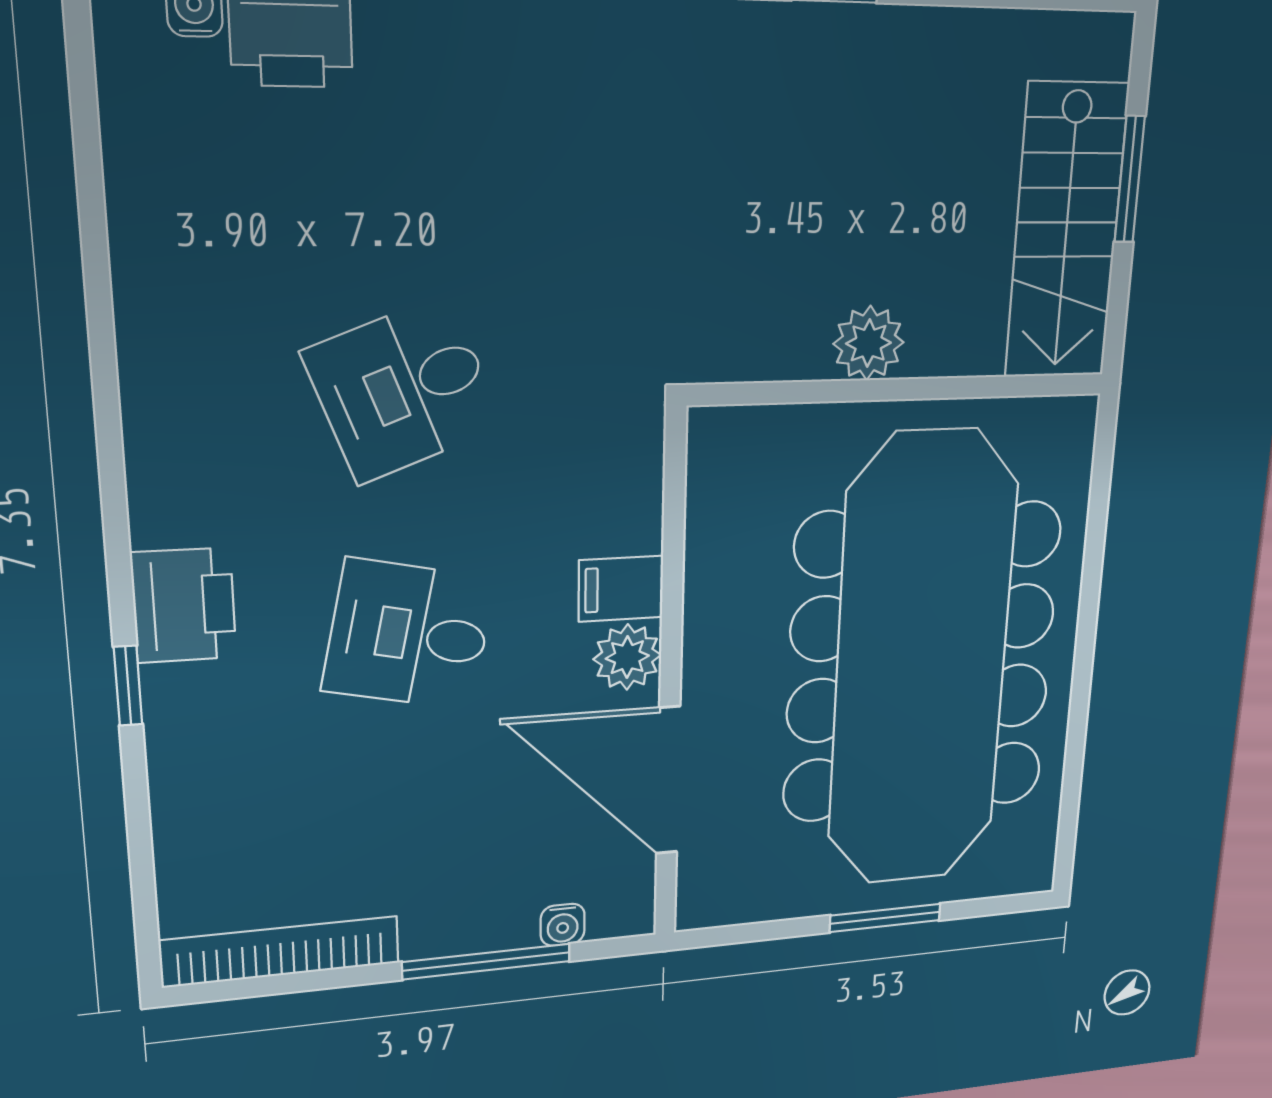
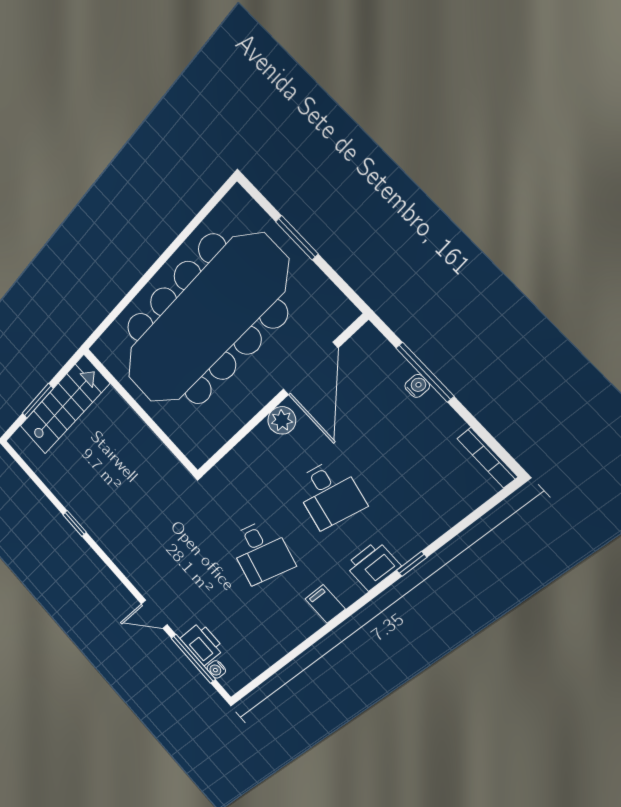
plant: (869, 343) -> (138, 433), removed
desk: (403, 390) -> (261, 552), turned 36
filing cabinet: (621, 589) -> (325, 604), moved, turned 180
water cooler: (563, 925) -> (417, 386), moved
bookcase: (281, 952) -> (487, 458), width x0.68, depth x0.76

